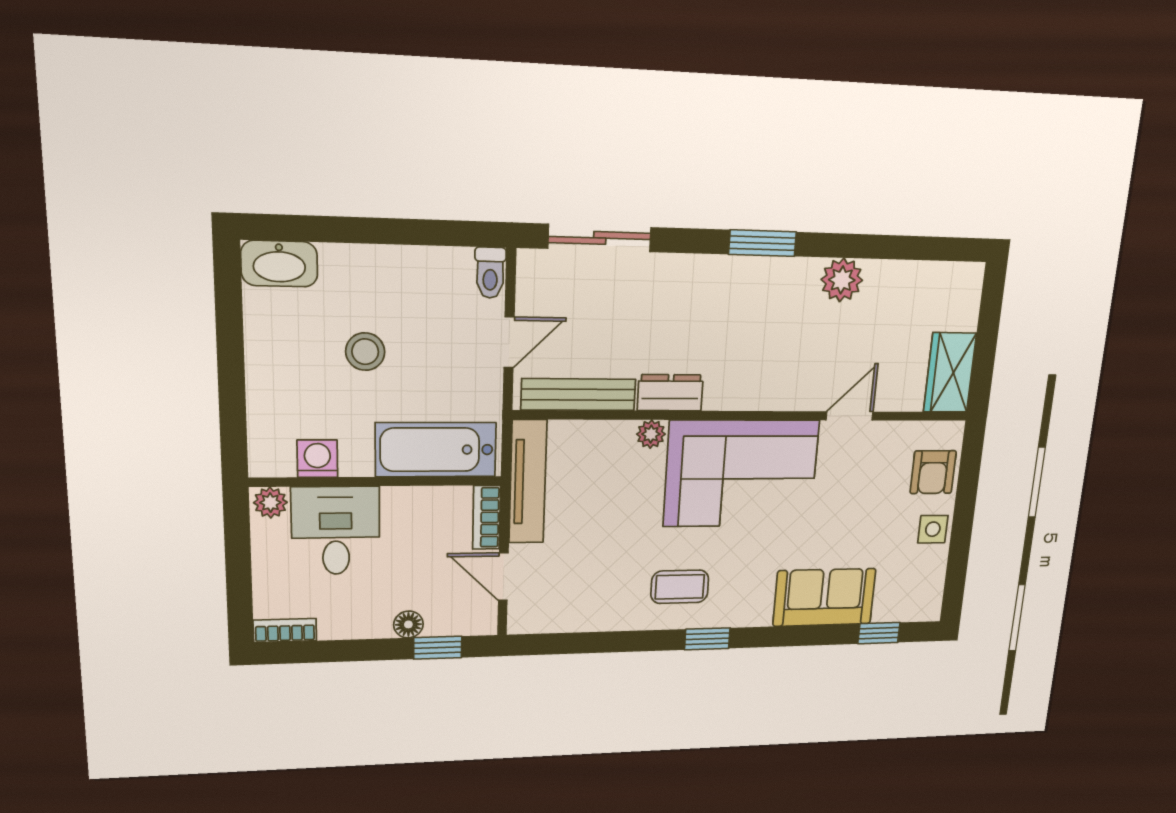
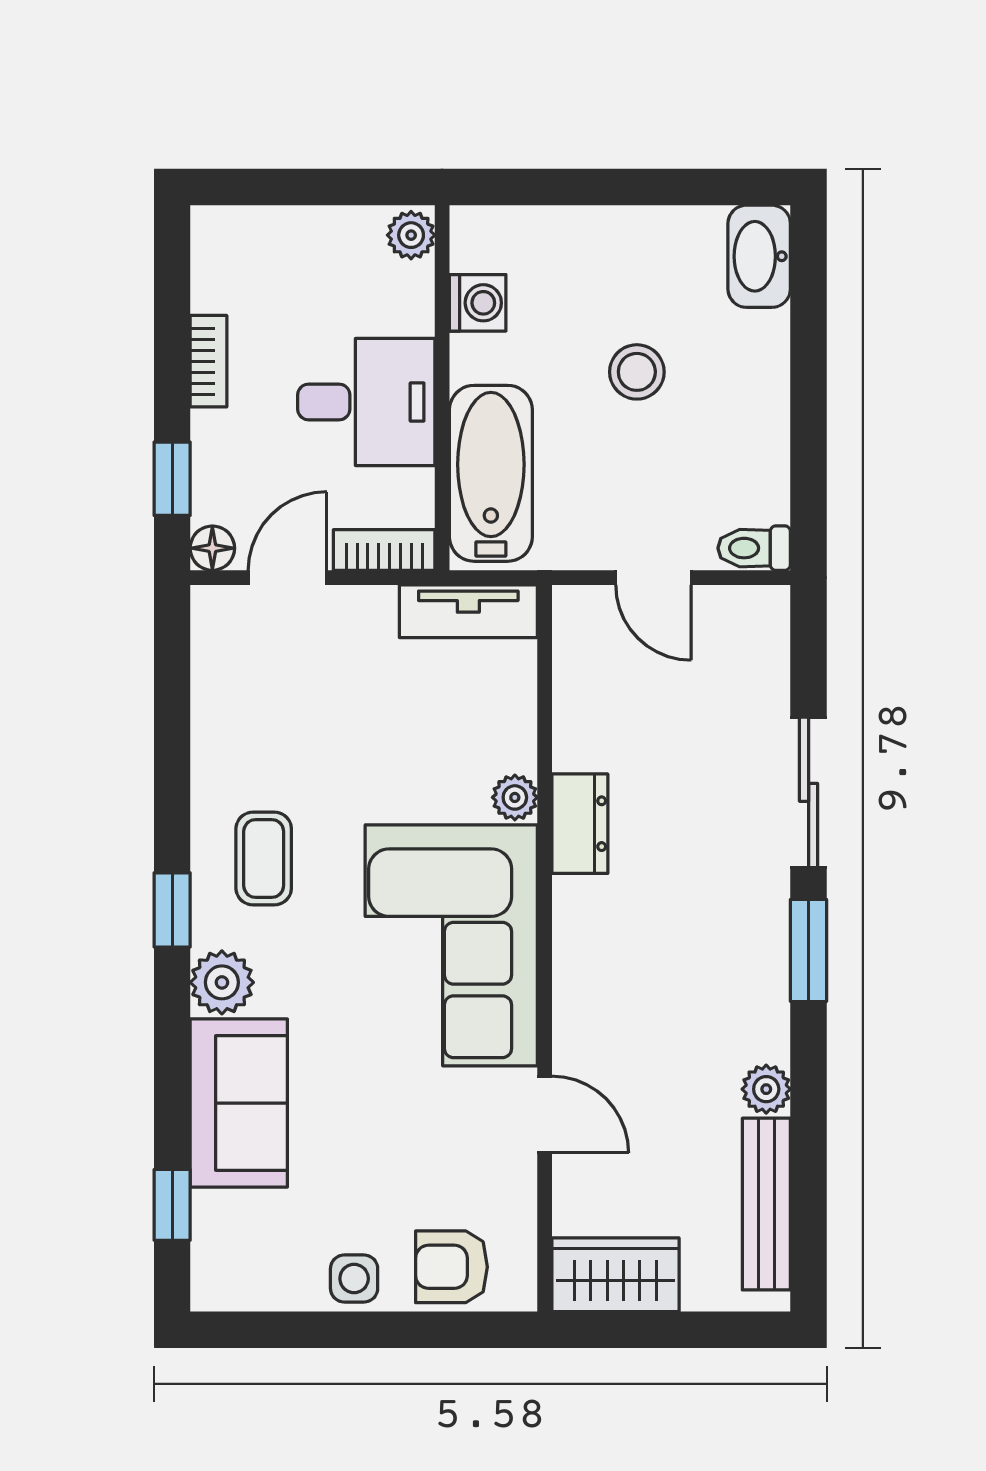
sliding door: (600, 238) -> (809, 792), moved
plant: (842, 280) -> (766, 1089), width x0.73, depth x0.73
bench: (578, 395) -> (766, 1204), moved
tv unit: (528, 482) -> (468, 611), width x0.71
desk: (336, 531) -> (366, 402), moved
plant: (753, 609) -> (222, 982), added
floor lamp: (408, 624) -> (212, 548), moved
bookcase: (285, 630) -> (209, 361), moved

